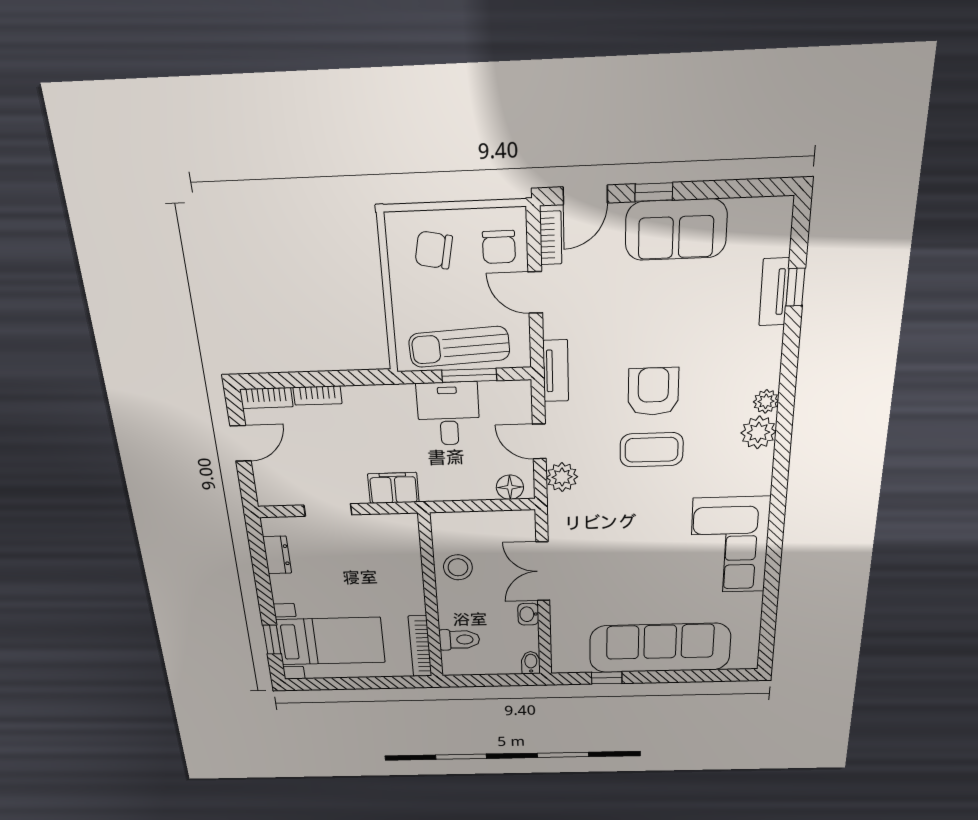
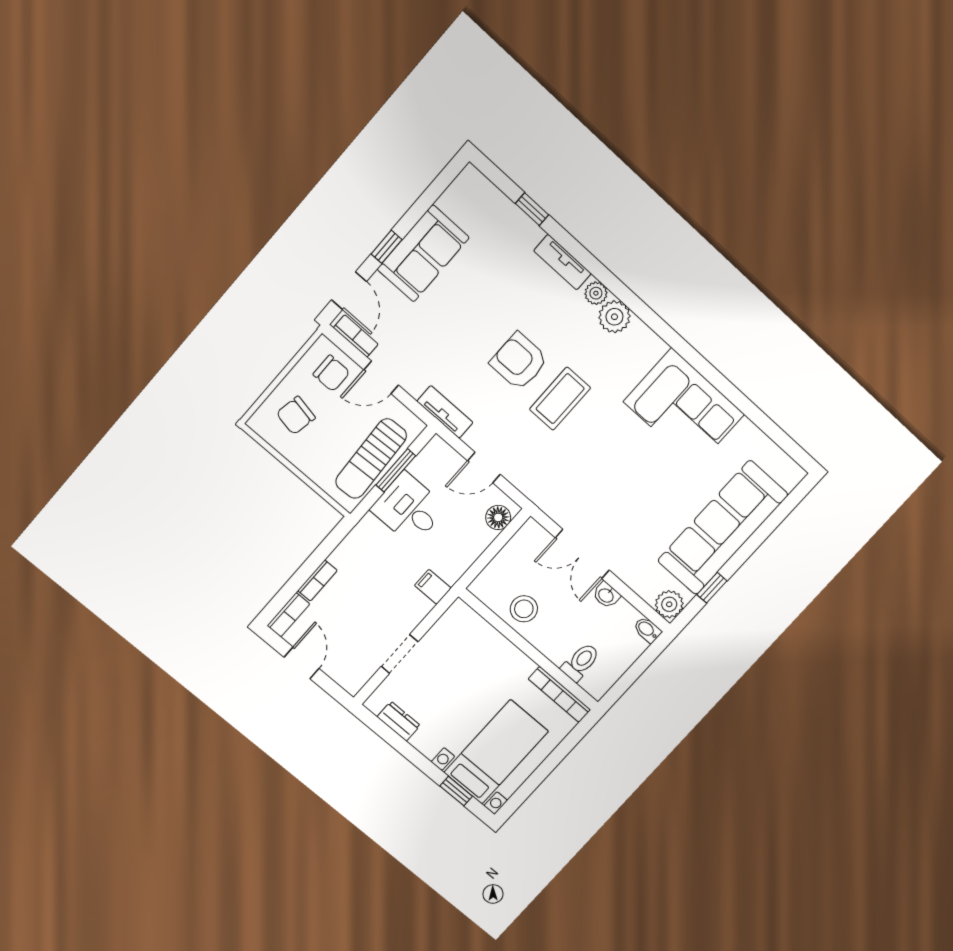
tv unit: (774, 292) -> (562, 262), moved
plant: (562, 477) -> (669, 604), moved
filing cabinet: (393, 488) -> (433, 587), width x0.50

